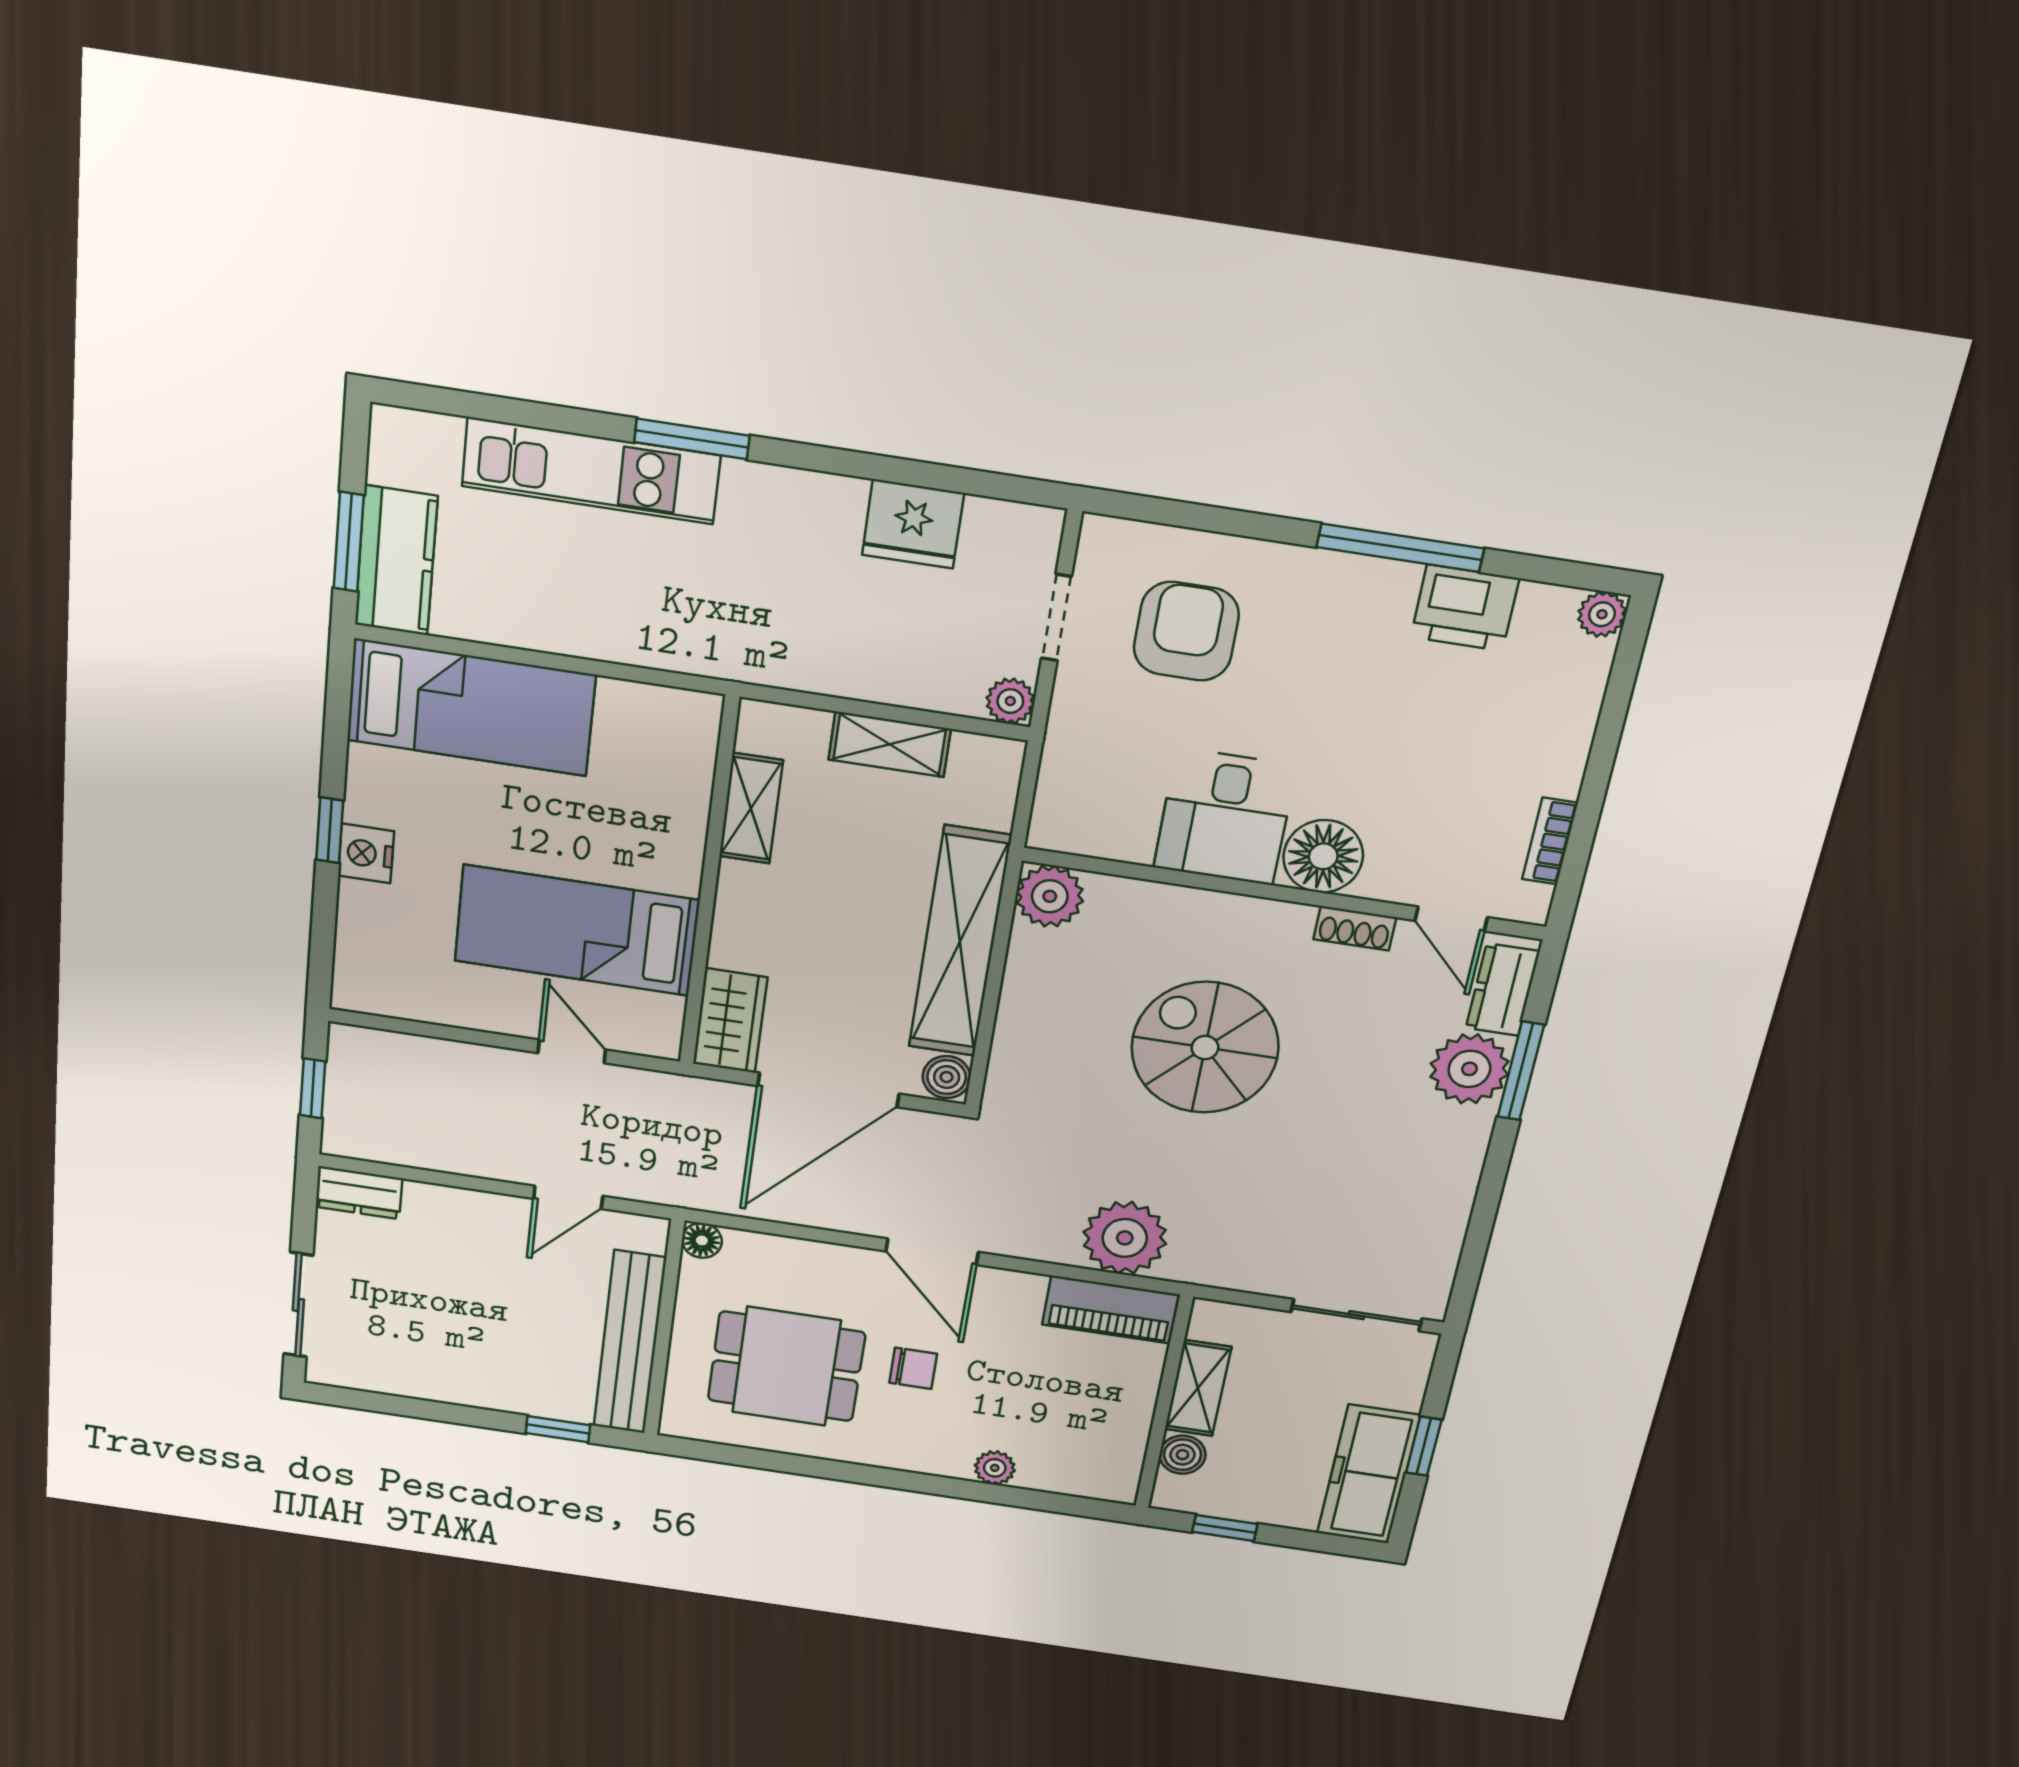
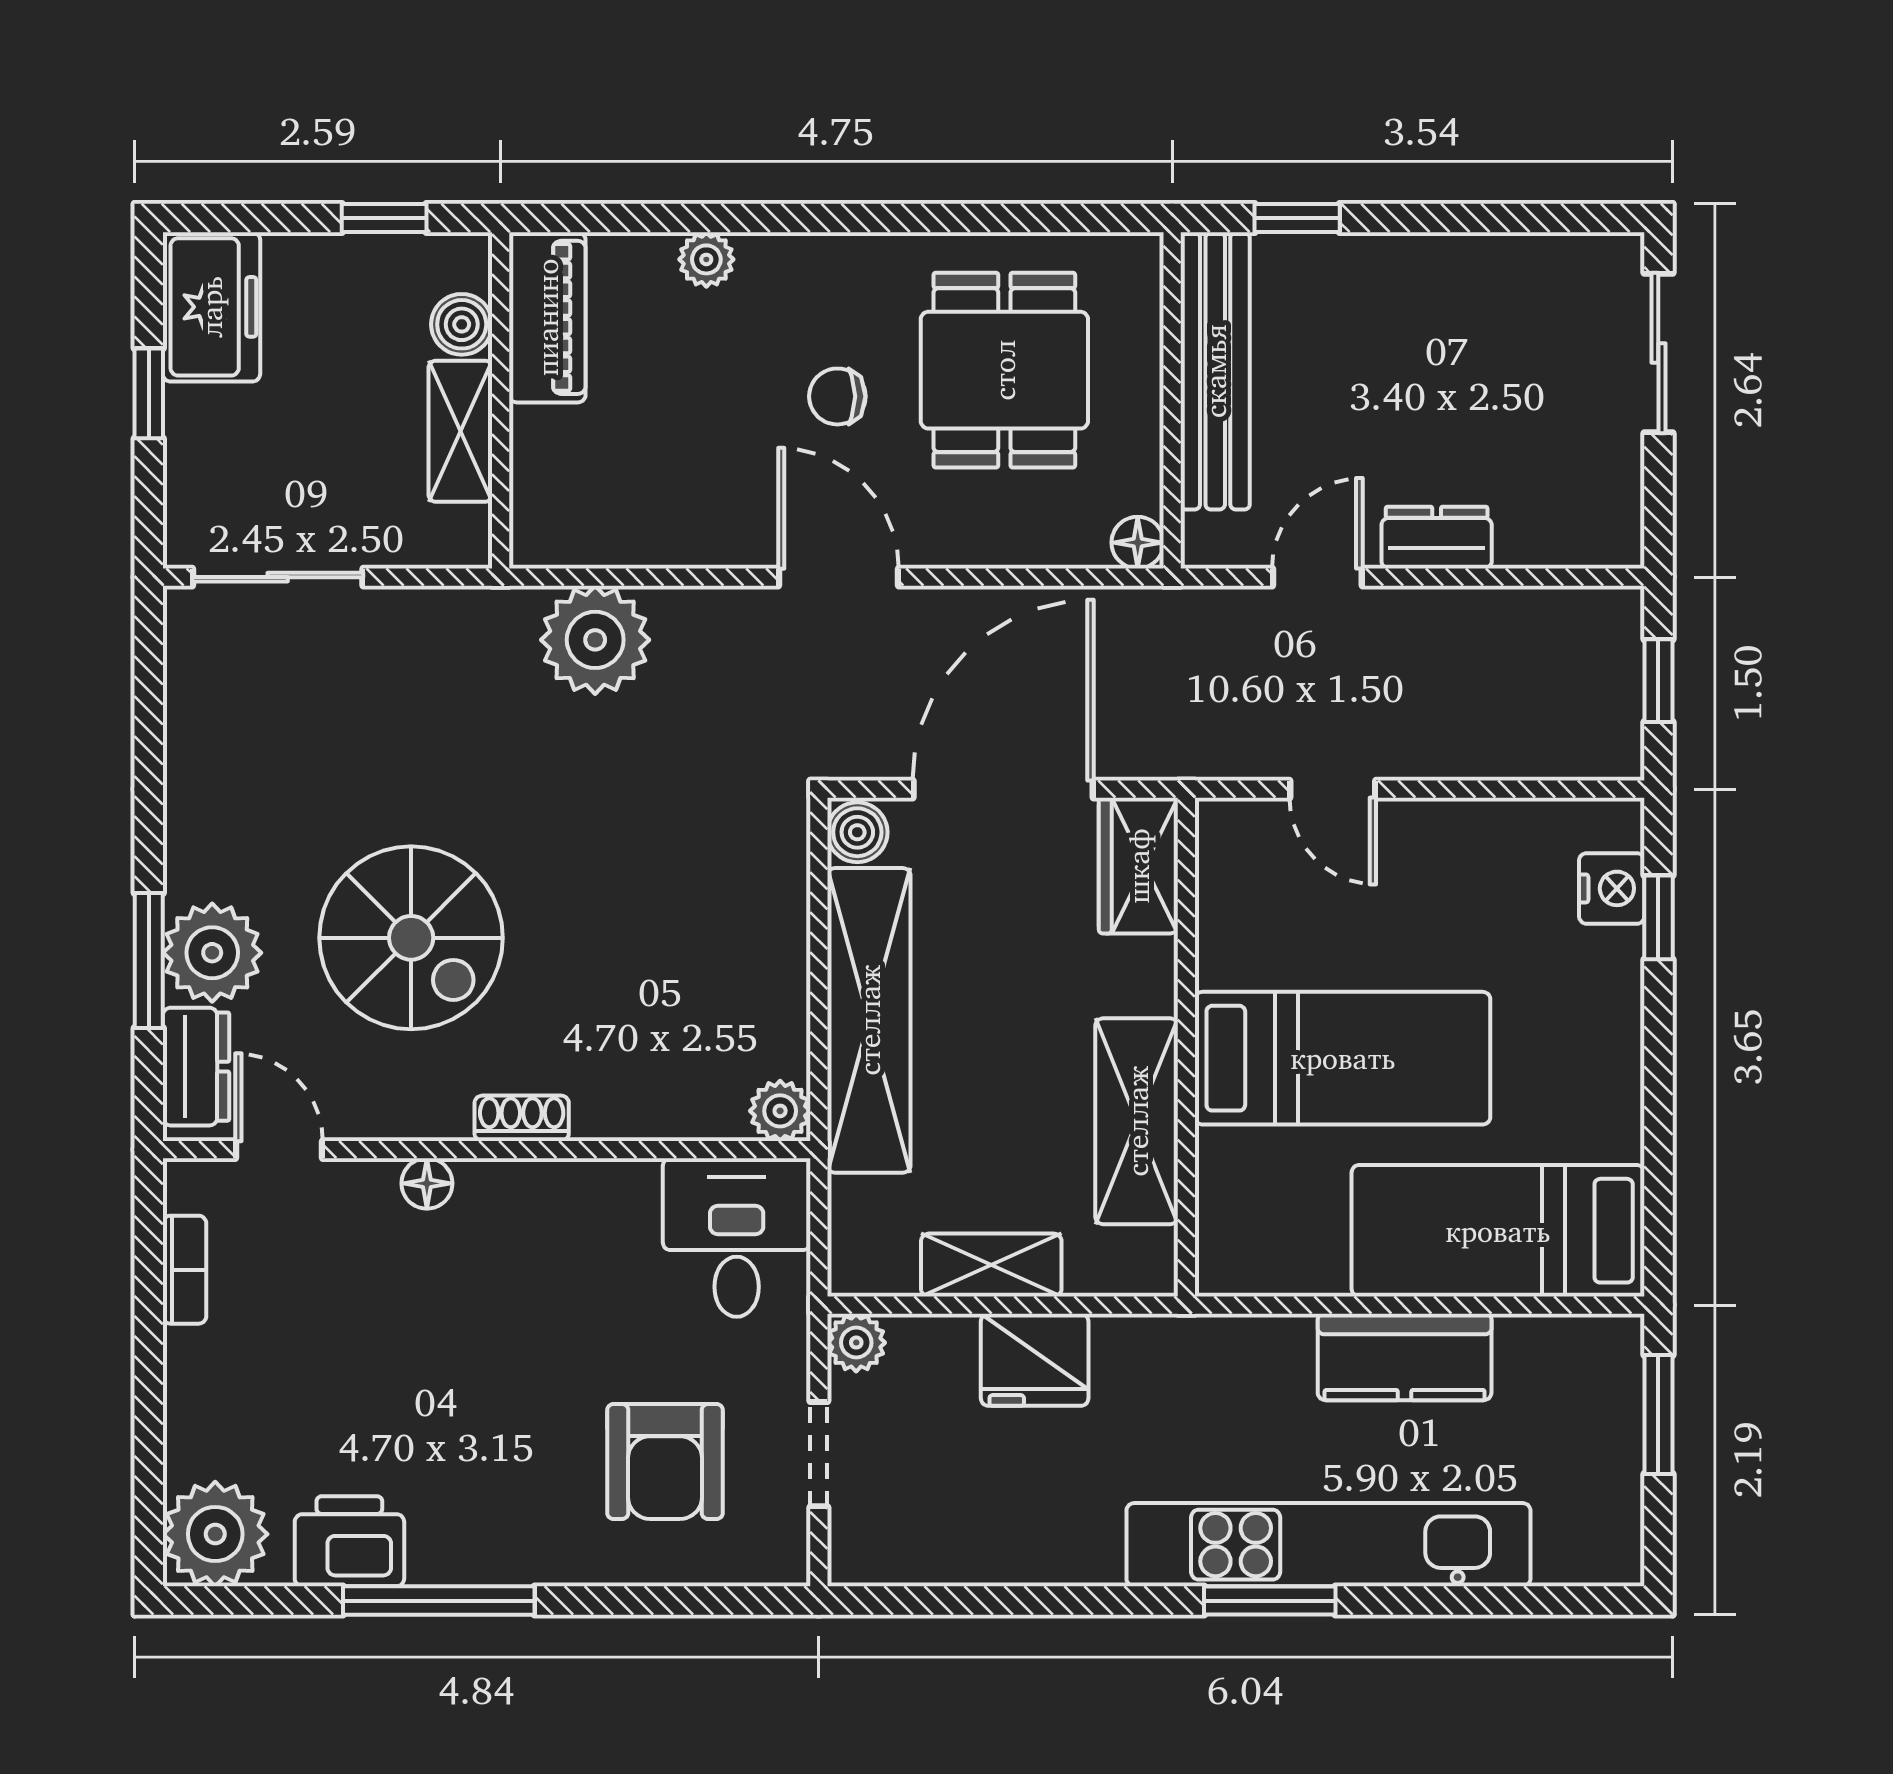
kitchen unit: (591, 471) -> (1328, 1545), width x1.36
fridge: (913, 524) -> (1035, 1360), moved, turned 180
kitchen counter: (396, 561) -> (1405, 1357), moved, turned -90
plant: (1602, 614) -> (215, 1534), width x1.88, depth x1.88
shelving: (751, 808) -> (1137, 1121), width x1.50, depth x1.33
desk: (1225, 817) -> (737, 1238), moved
window: (330, 830) -> (1658, 917), moved
nightstand: (366, 853) -> (1612, 888), moved
floor lamp: (1323, 856) -> (427, 1183), width x0.53, depth x0.53
plant: (1050, 896) -> (780, 1111), width x0.73, depth x0.73
shoe rack: (1355, 928) -> (522, 1118), moved
bed: (577, 931) -> (1343, 1058), moved
spiral stairs: (1205, 1048) -> (411, 938), moved
dresser: (359, 1193) -> (1437, 538), moved
piano: (1111, 1310) -> (547, 317), moved, turned 90
dining table: (786, 1366) -> (1004, 370), turned 90
freezer: (1369, 1474) -> (211, 307), width x0.71

